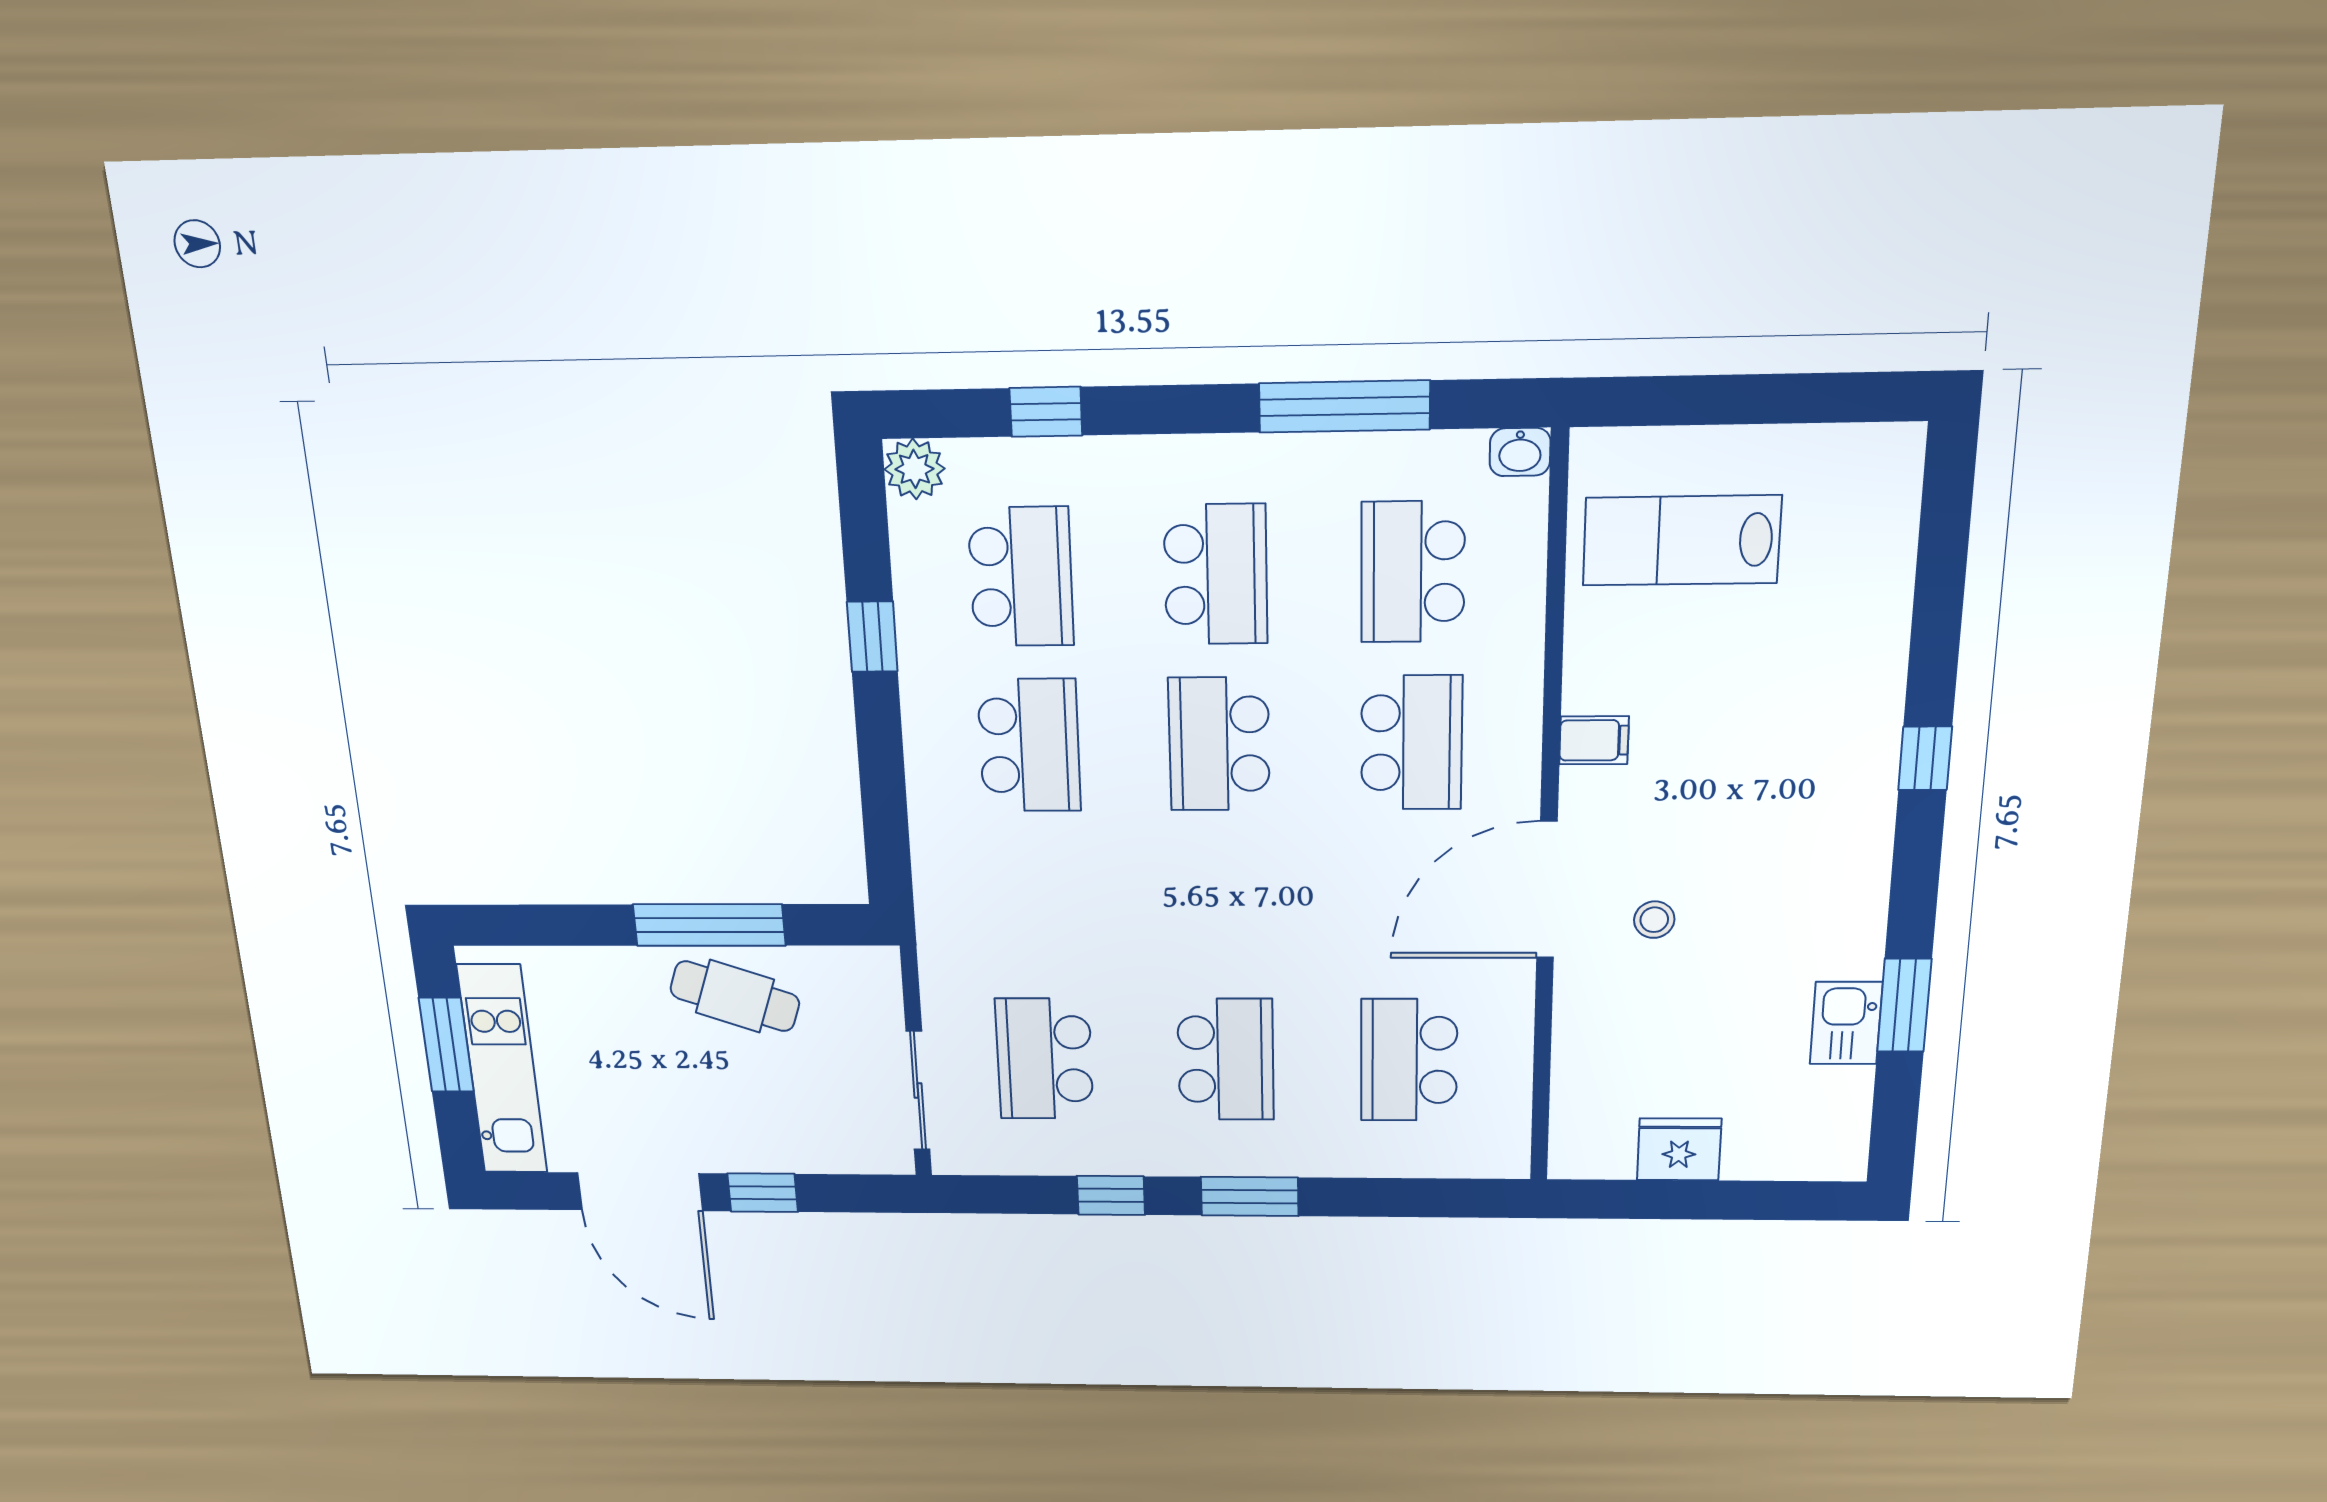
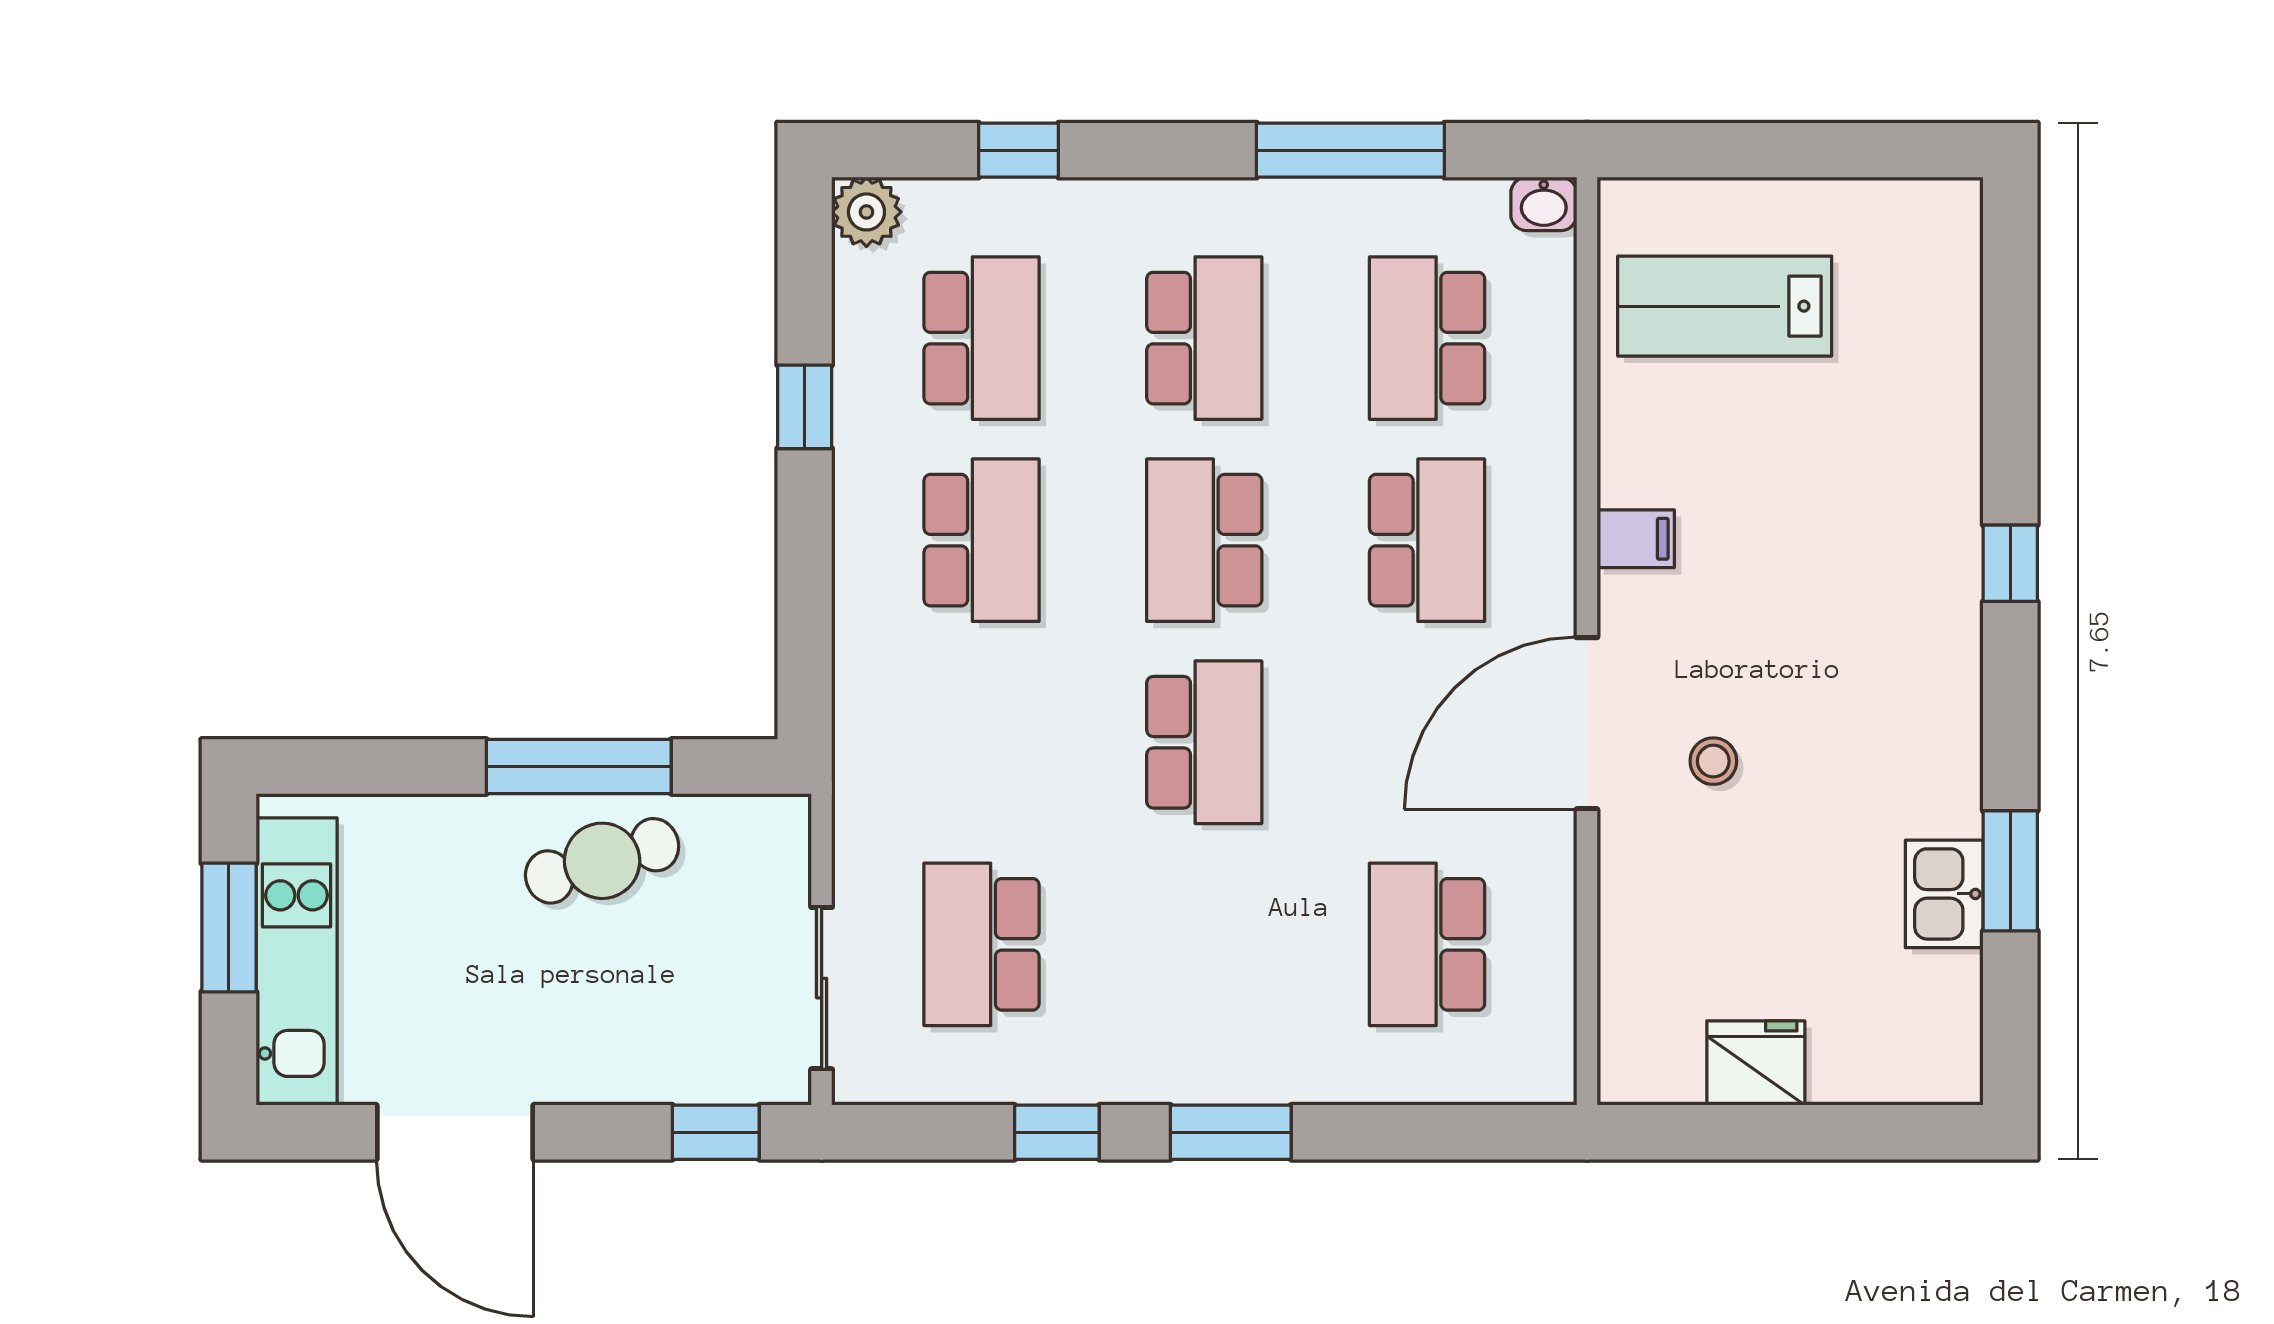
cafe table: (735, 996) -> (602, 861), turned -36
school desk: (1226, 1059) -> (1204, 742), moved
window: (763, 1193) -> (716, 1132), moved

